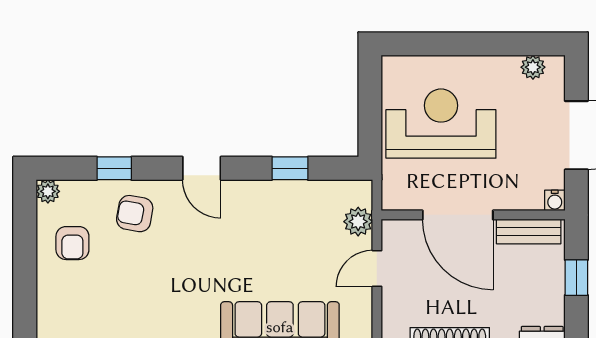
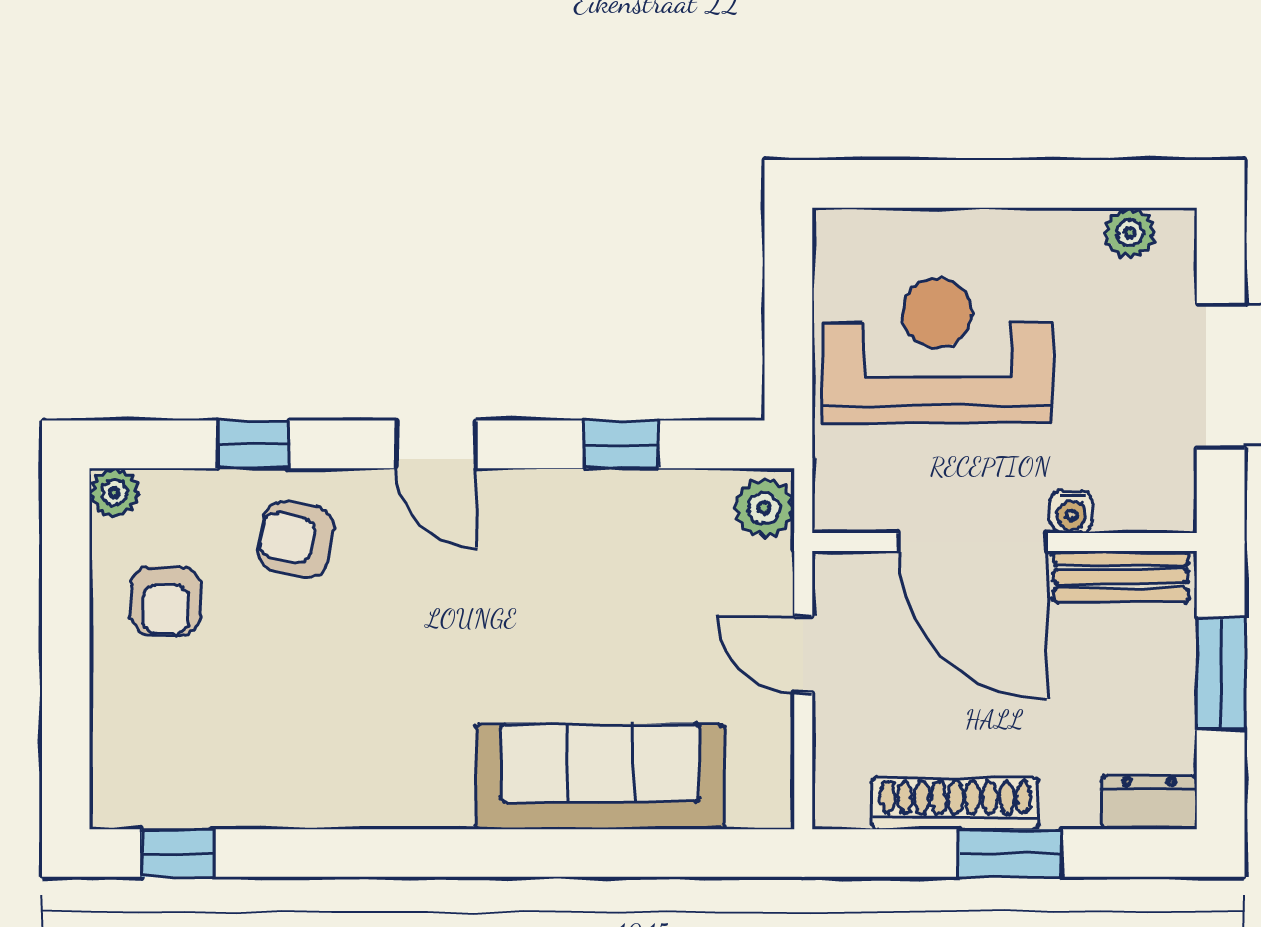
water cooler: (555, 200) -> (1071, 512), moved
plant: (358, 222) -> (764, 508), moved
door: (377, 269) -> (803, 654), hinge flipped
window: (576, 278) -> (1221, 673), width x1.50

